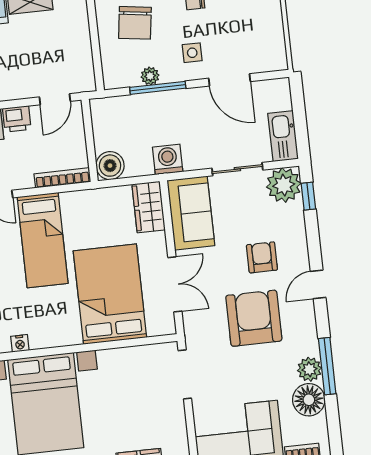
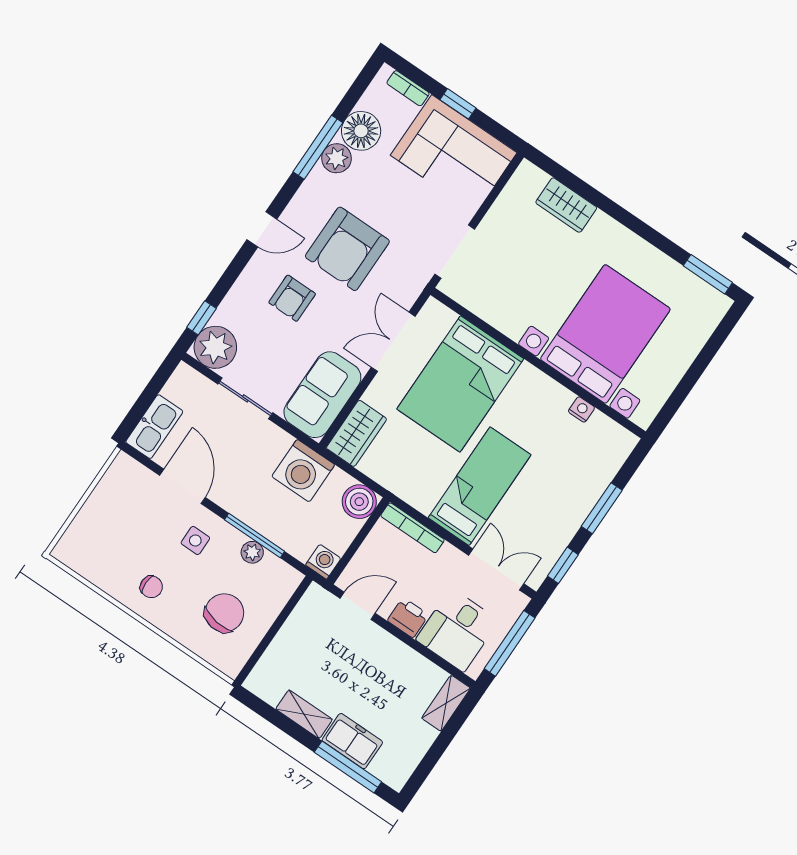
washing machine: (100, 108) -> (323, 562), added
kitchen sink: (283, 136) -> (154, 427), moved
washing machine: (168, 159) -> (303, 471), width x1.37, depth x1.37

